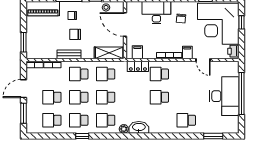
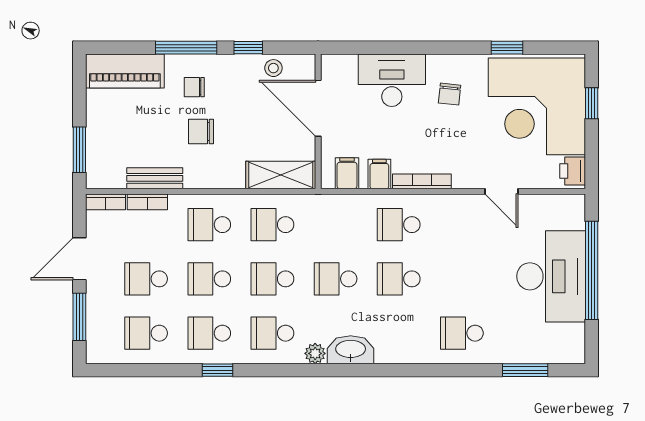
filing cabinet: (187, 53) -> (379, 174), moved
bench: (69, 54) -> (155, 178), moved
locker: (138, 66) -> (348, 206), removed
school desk: (132, 97) -> (336, 279), added

